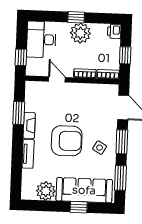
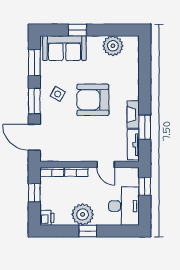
tv unit: (28, 154) -> (133, 145), moved
sofa: (84, 190) -> (64, 48), width x0.73

